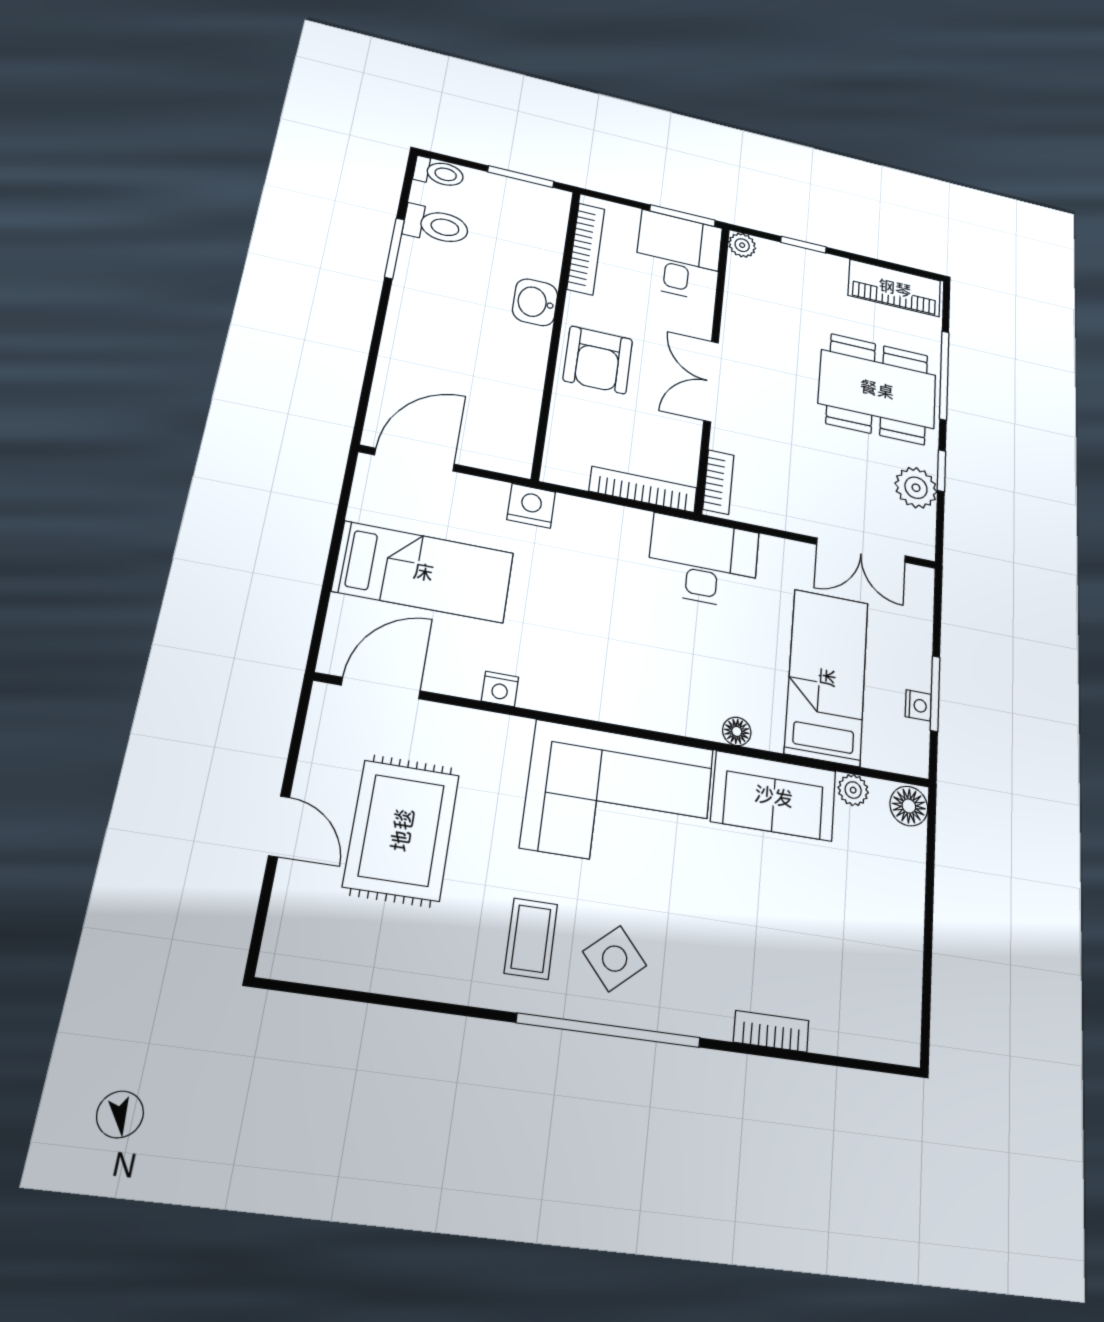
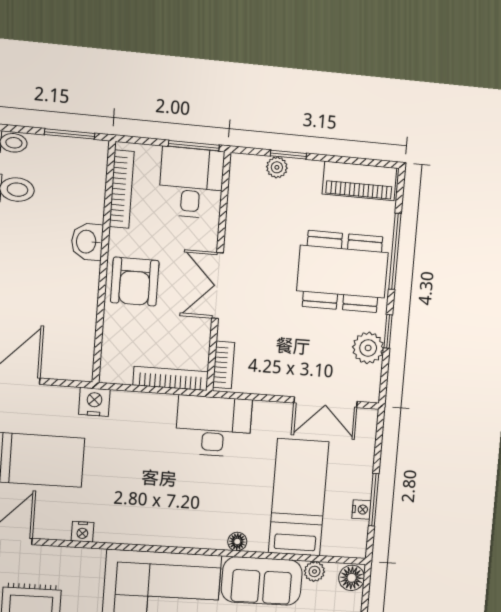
plant: (742, 245) -> (277, 167), moved

